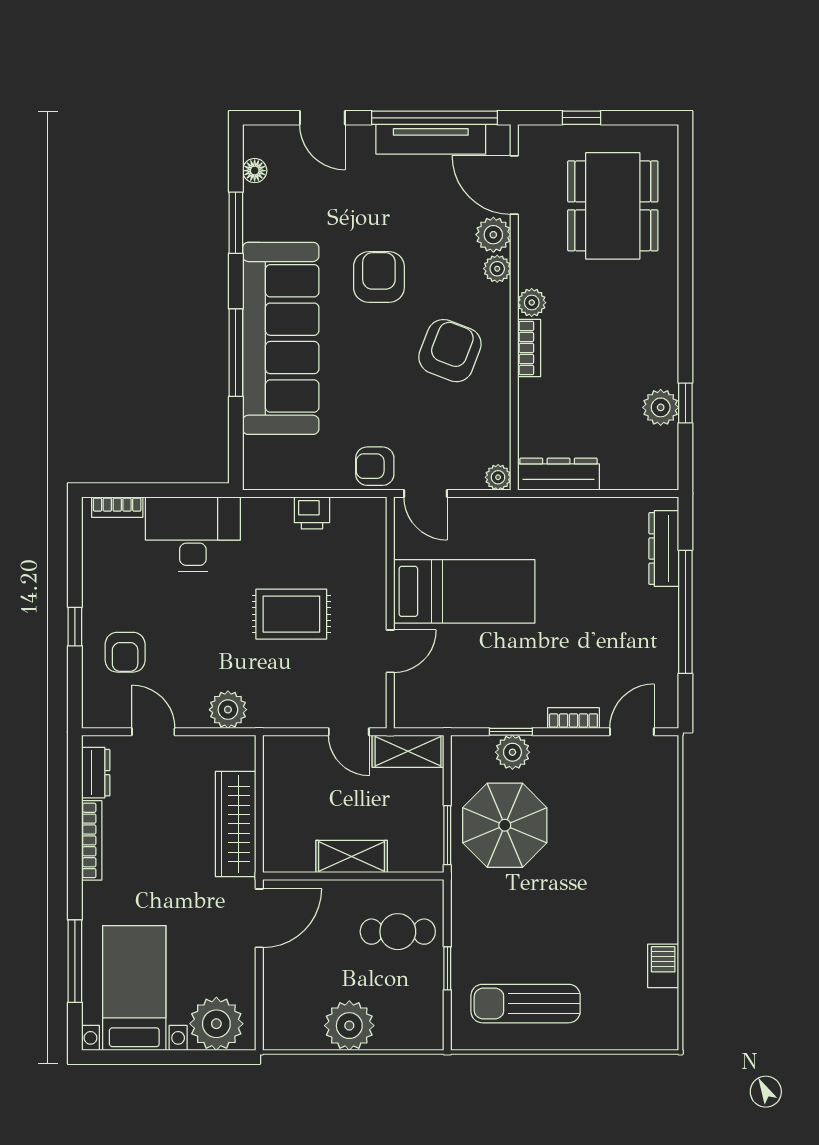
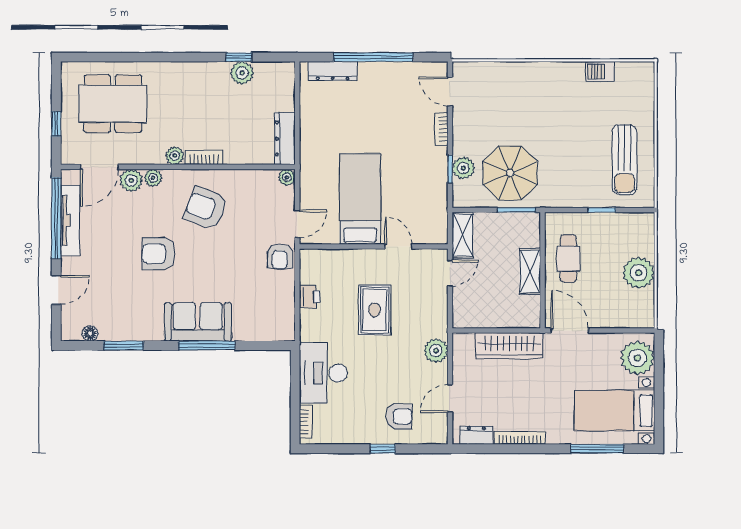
sofa: (281, 338) -> (198, 322), width x0.54, depth x0.79
cafe table: (398, 932) -> (568, 259), moved

